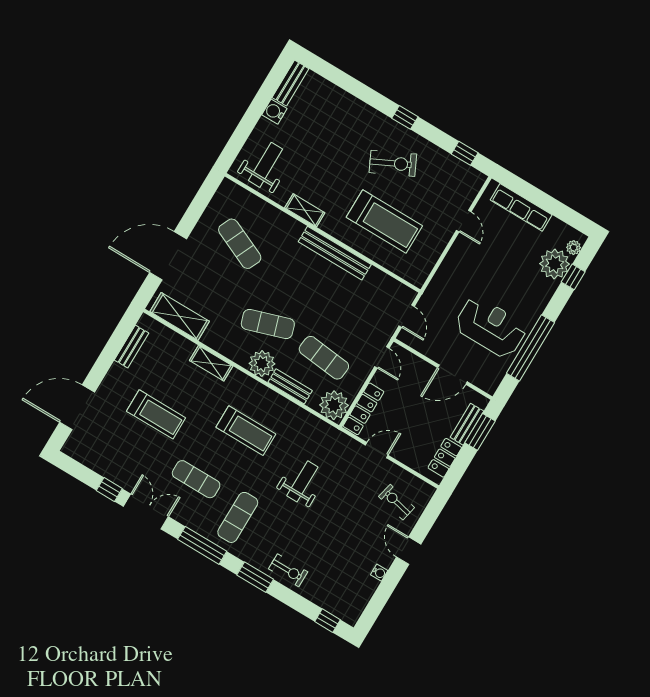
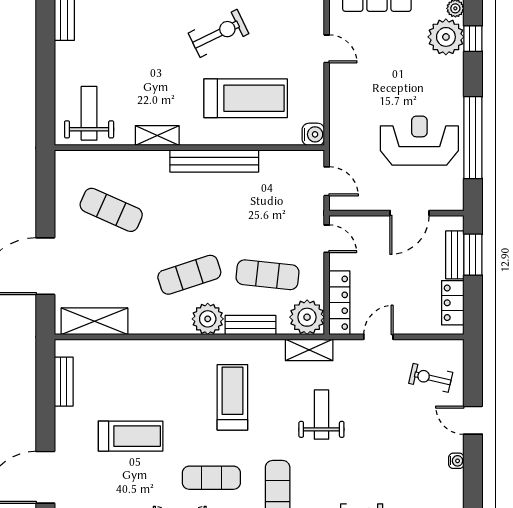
water cooler: (274, 112) -> (313, 134), moved, turned 180
shelving: (211, 363) -> (309, 350), moved
treadmill: (246, 431) -> (232, 397), turned -90

